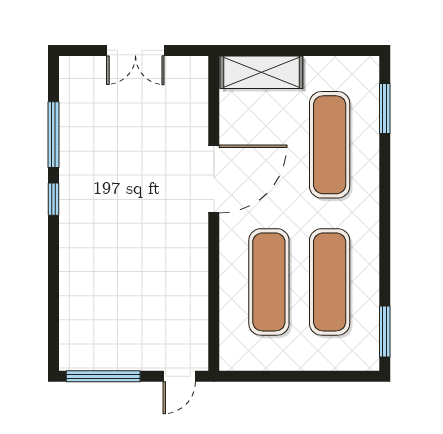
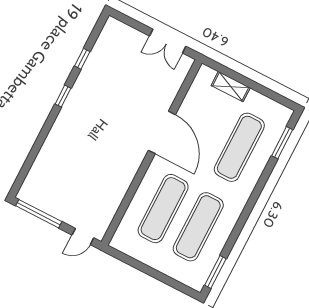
double door: (135, 50) -> (168, 41), moved
shelving: (261, 72) -> (231, 87), width x0.67, depth x0.75
window: (53, 135) -> (82, 59), width x0.46
door: (214, 179) -> (162, 132), hinge flipped

